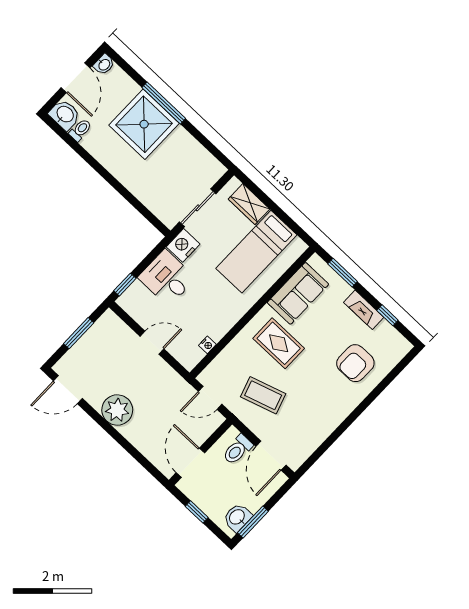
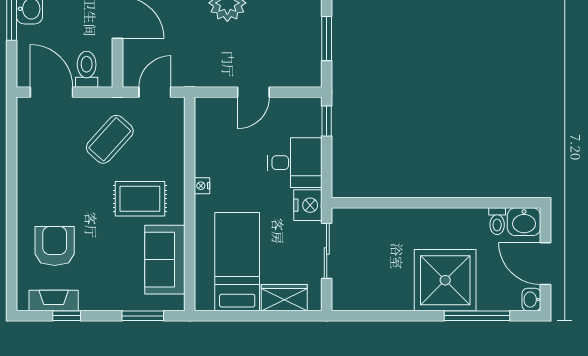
window: (164, 103) -> (477, 316), moved
fireplace: (364, 310) -> (54, 301), moved
nightstand: (207, 345) -> (202, 186), moved
coffee table: (263, 395) -> (110, 139), turned -30

